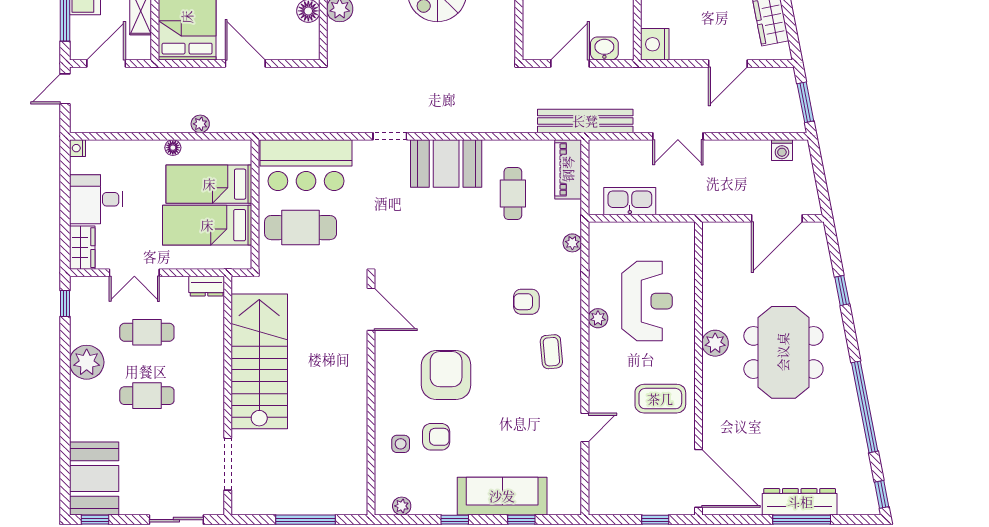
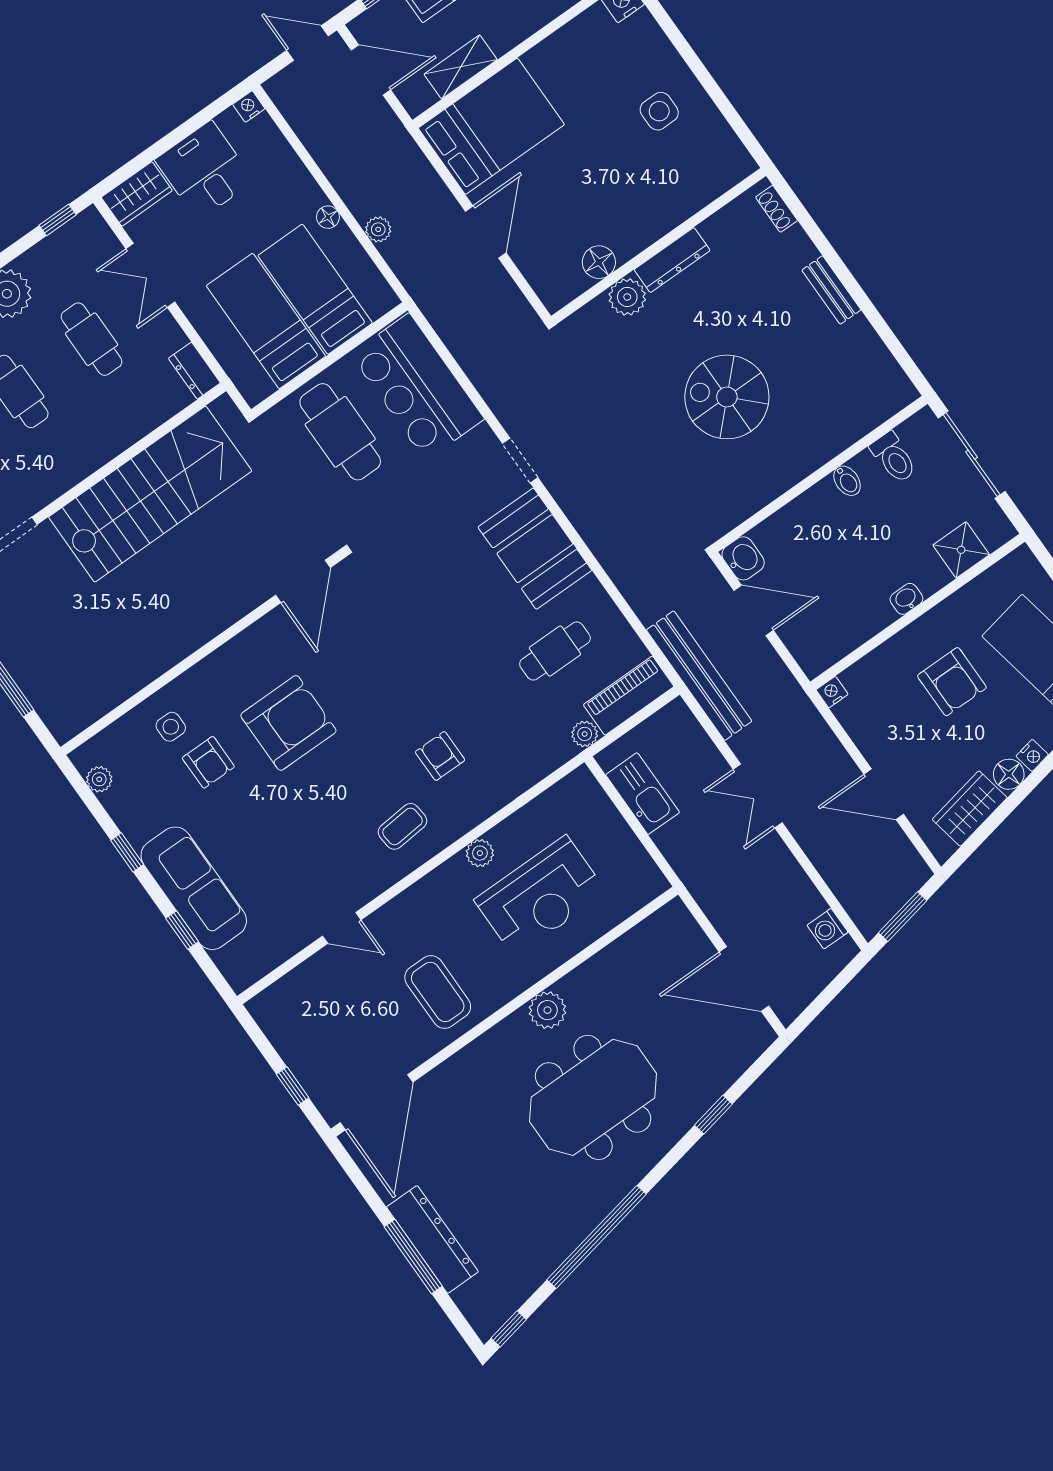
nightstand: (655, 44) -> (832, 692), width x0.53, depth x0.56
washbasin: (604, 48) -> (743, 558), moved
plant: (572, 243) -> (585, 734), moved

